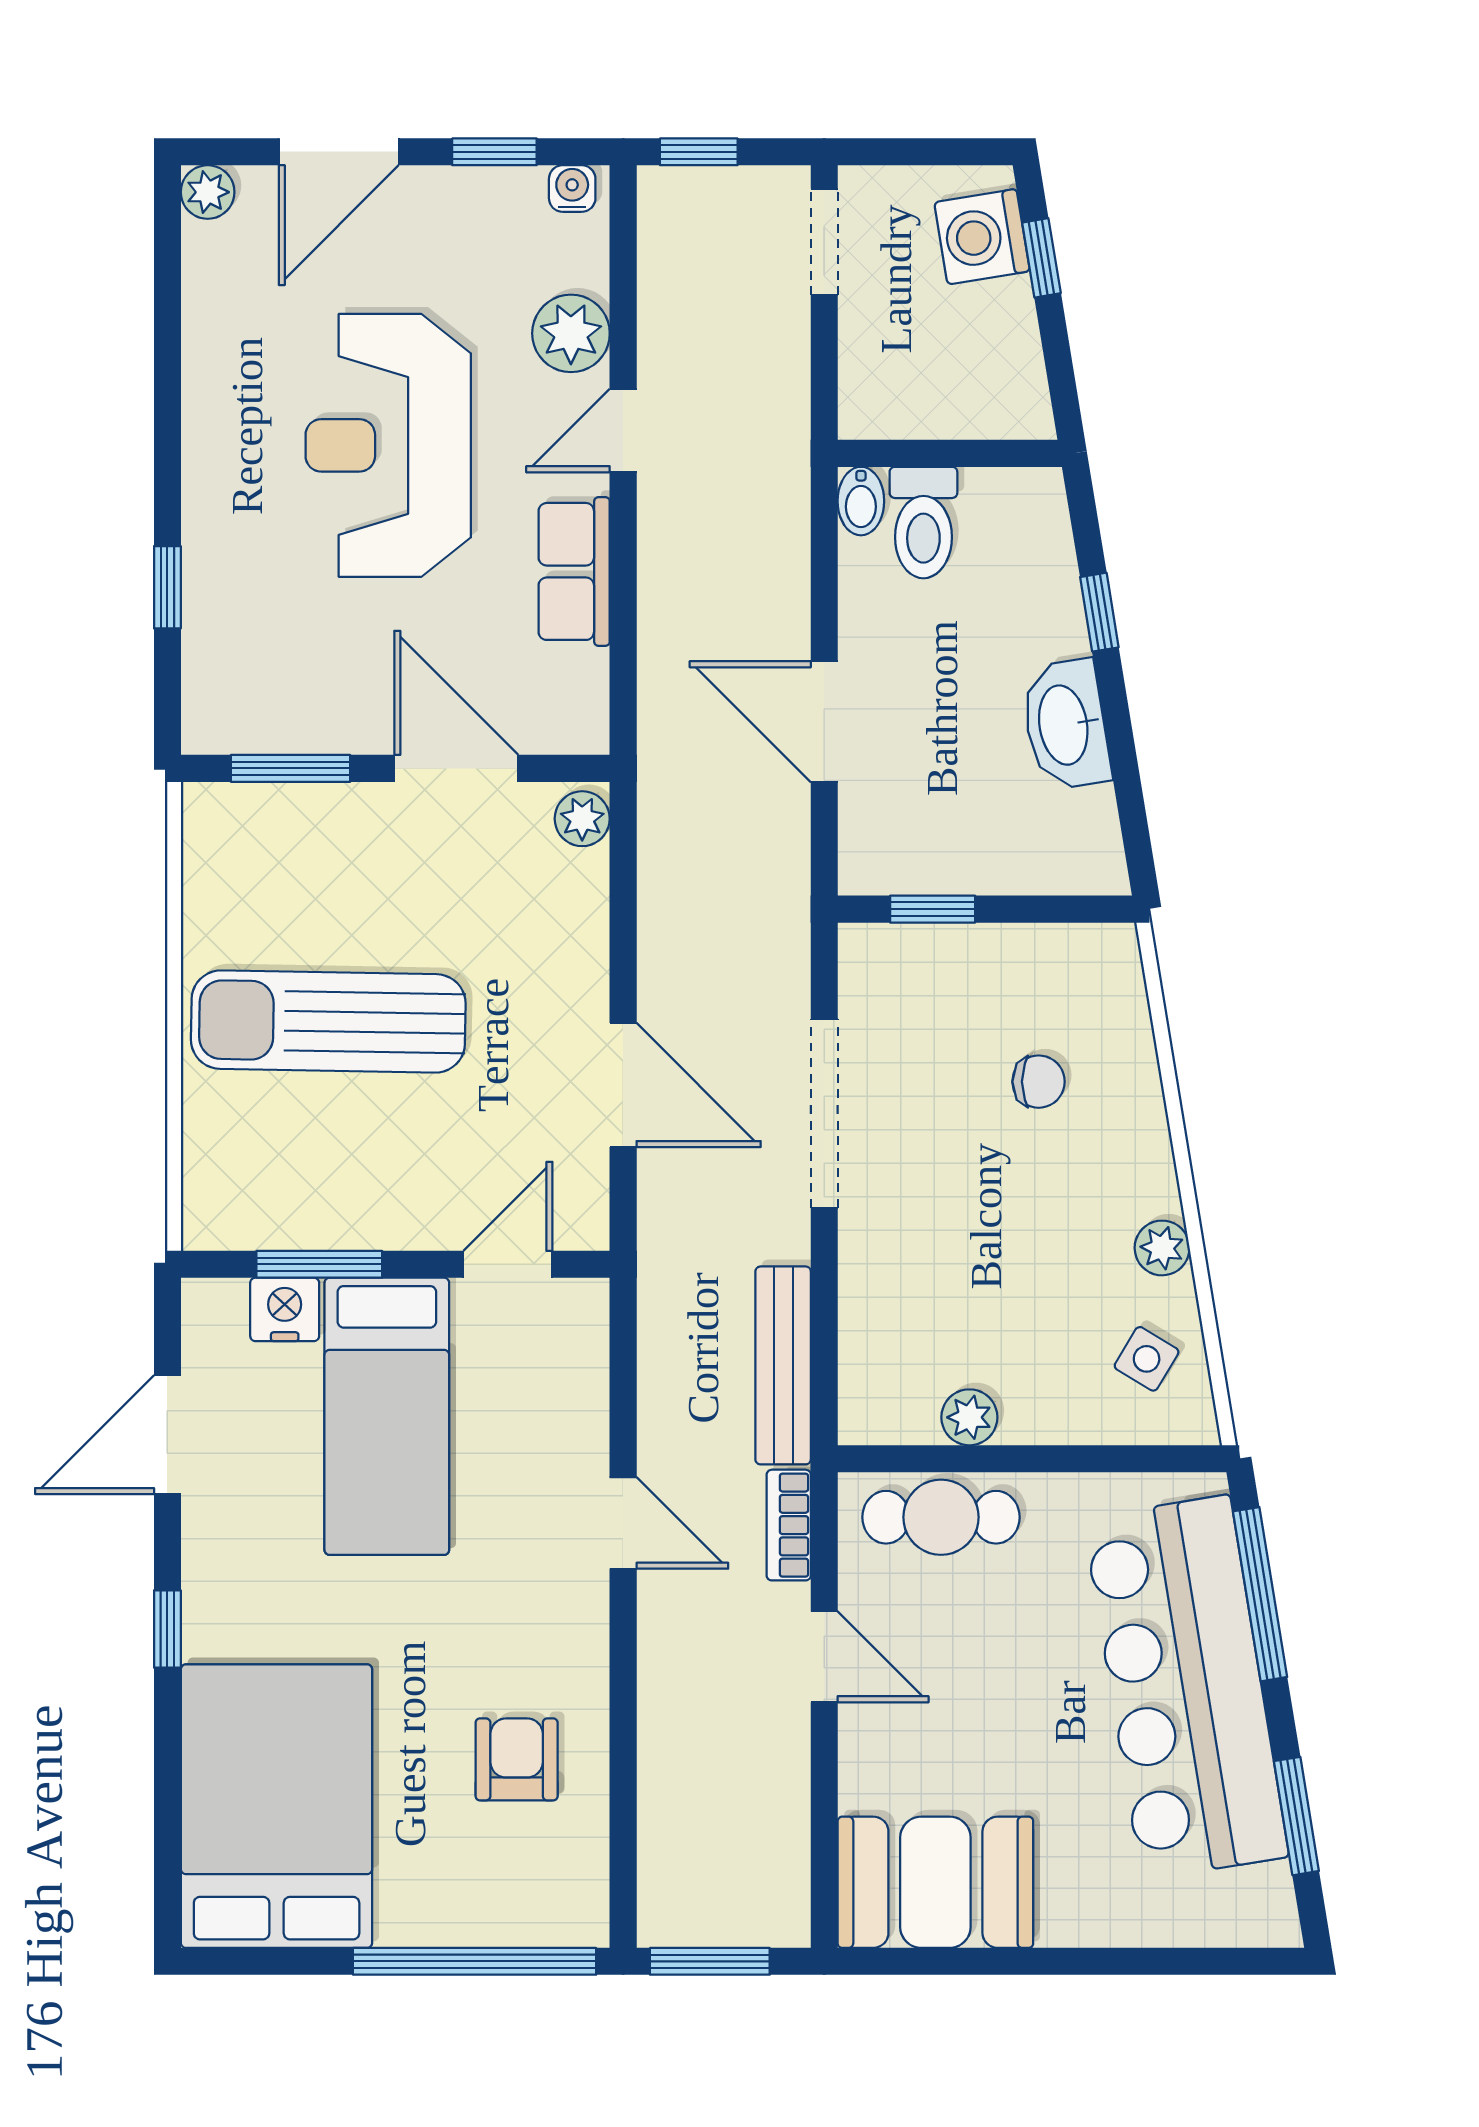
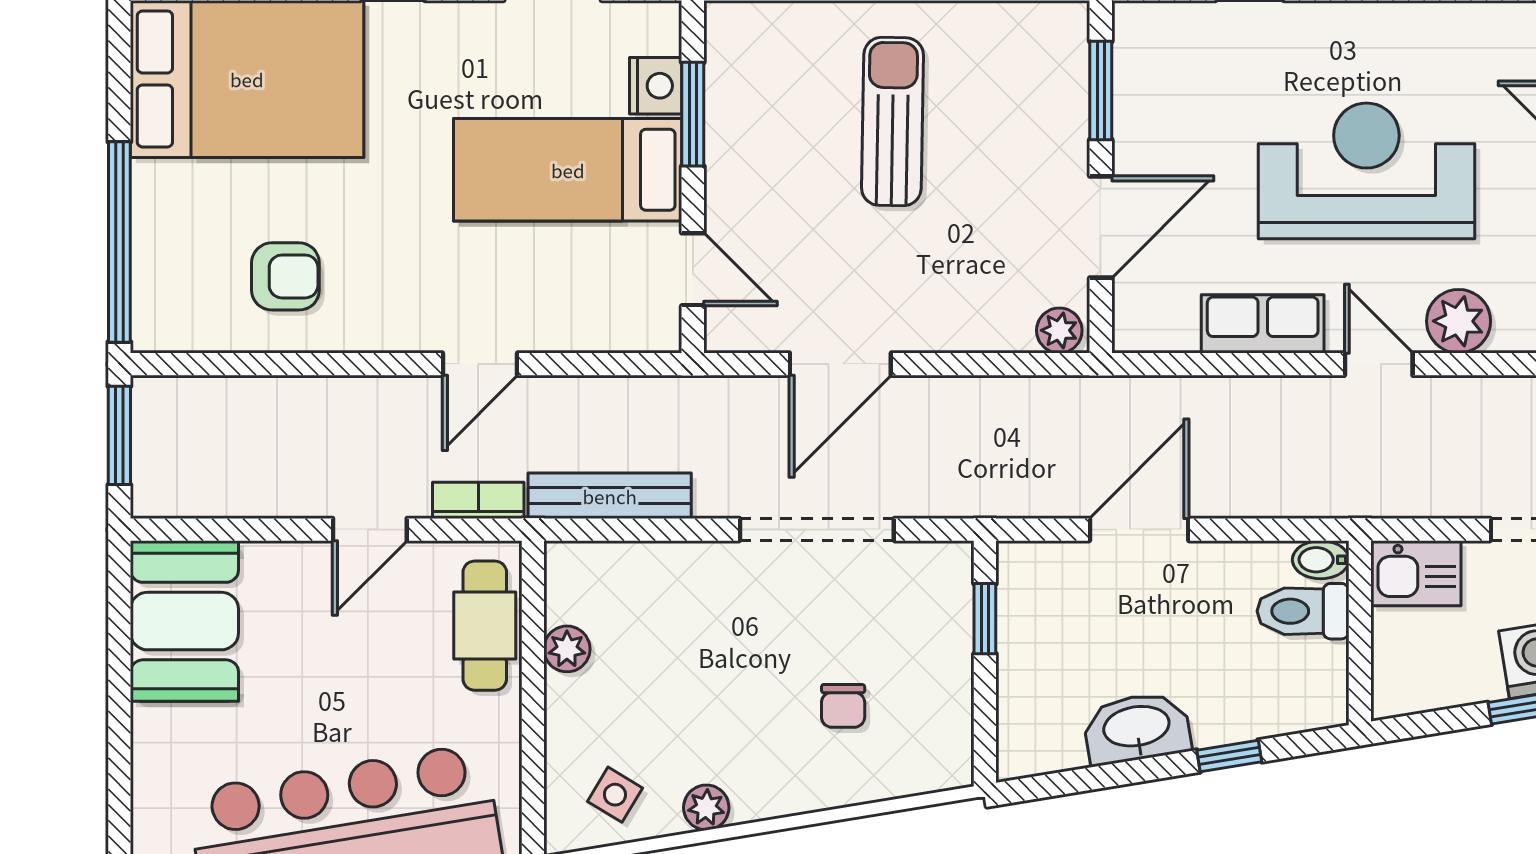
kitchen sink: (877, 385) -> (1416, 573), added
sun lounger: (328, 1022) -> (892, 122), width x0.73, depth x0.75

